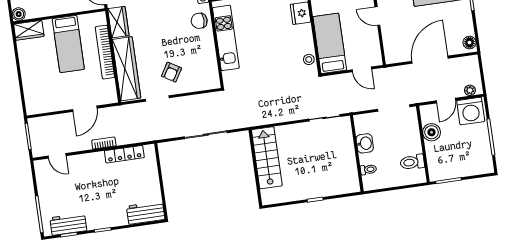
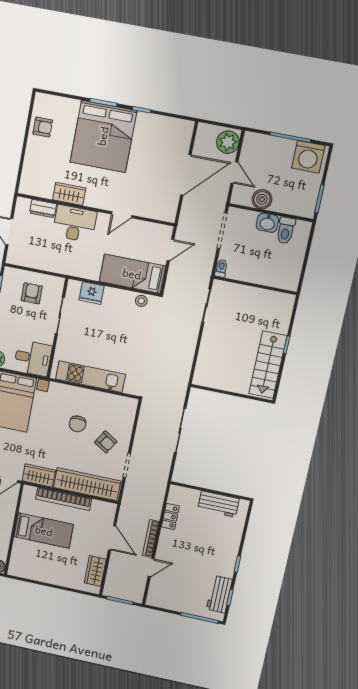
chair: (199, 21) -> (77, 424), moved
wardrobe: (29, 30) -> (95, 571), moved, turned 180
floor lamp: (469, 42) -> (183, 126), removed
door: (430, 60) -> (186, 175), swing flipped
plant: (470, 90) -> (228, 142), width x1.88, depth x1.88
washing machine: (471, 111) -> (308, 157), moved, turned 90
bookcase: (104, 143) -> (151, 539), width x1.56
washbasin: (365, 143) -> (267, 223), moved, turned 180
locker: (124, 154) -> (170, 516), width x0.66
door: (57, 156) -> (151, 568), moved
stairs: (267, 158) -> (268, 365), moved, turned -90
toilet: (368, 170) -> (221, 268), moved
workbench: (146, 213) -> (218, 504), moved, turned -90

